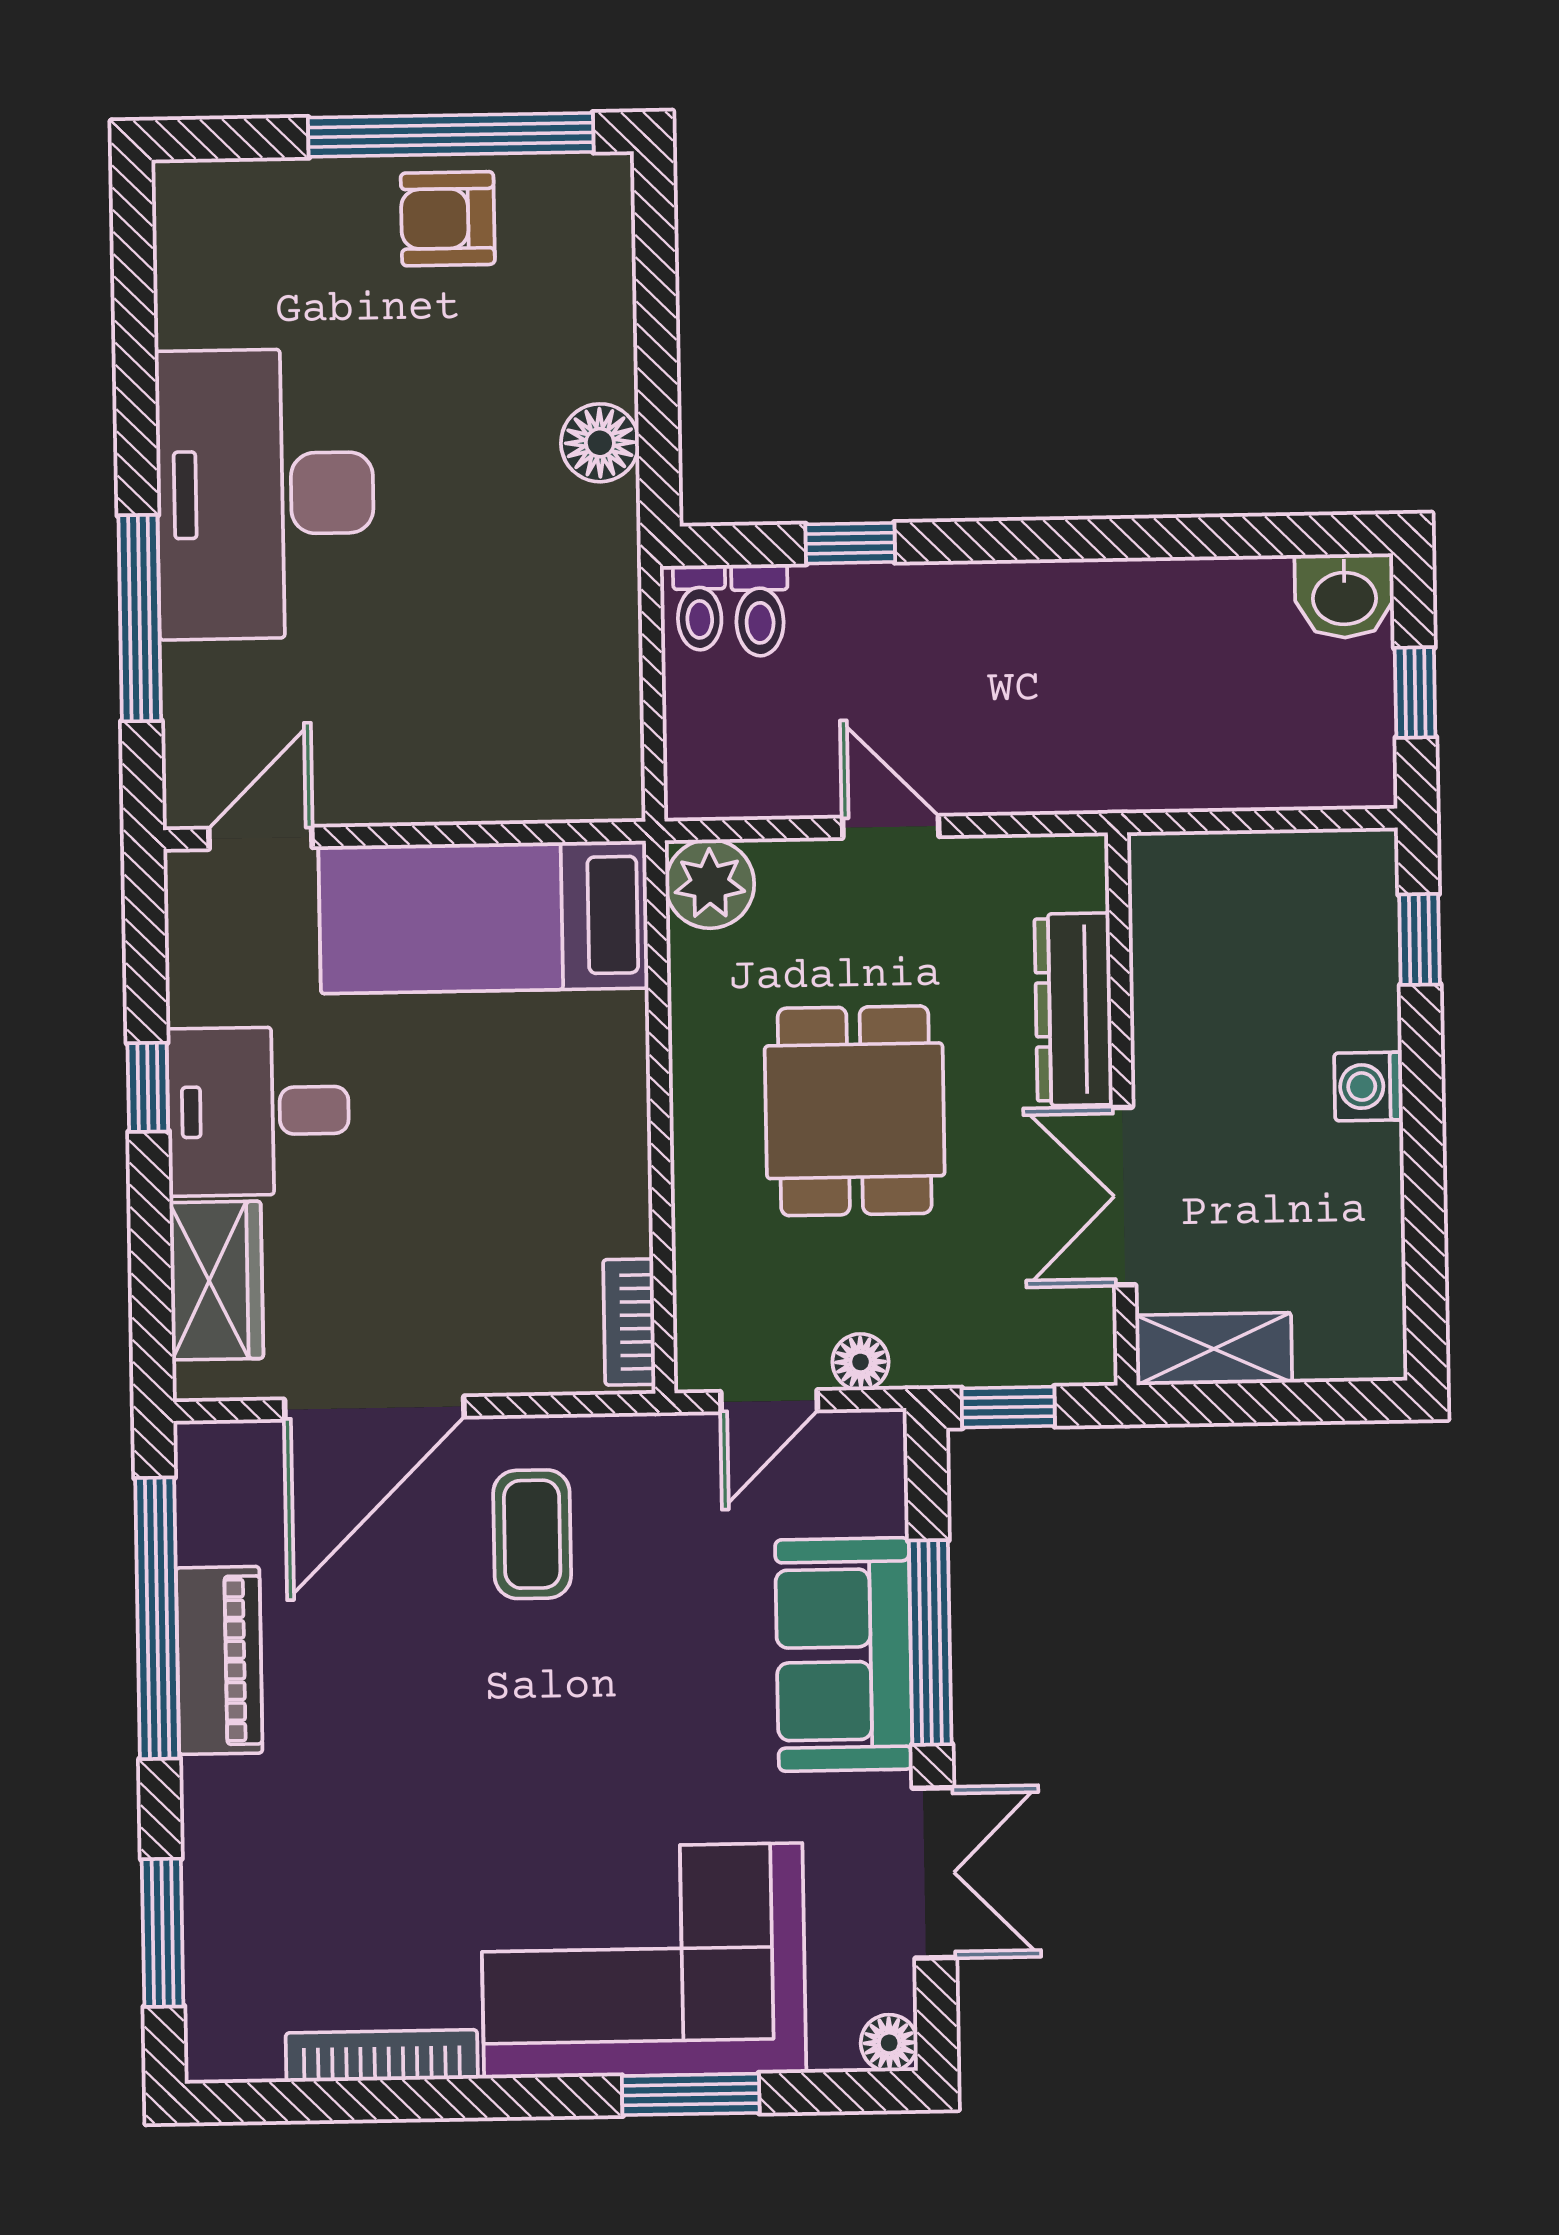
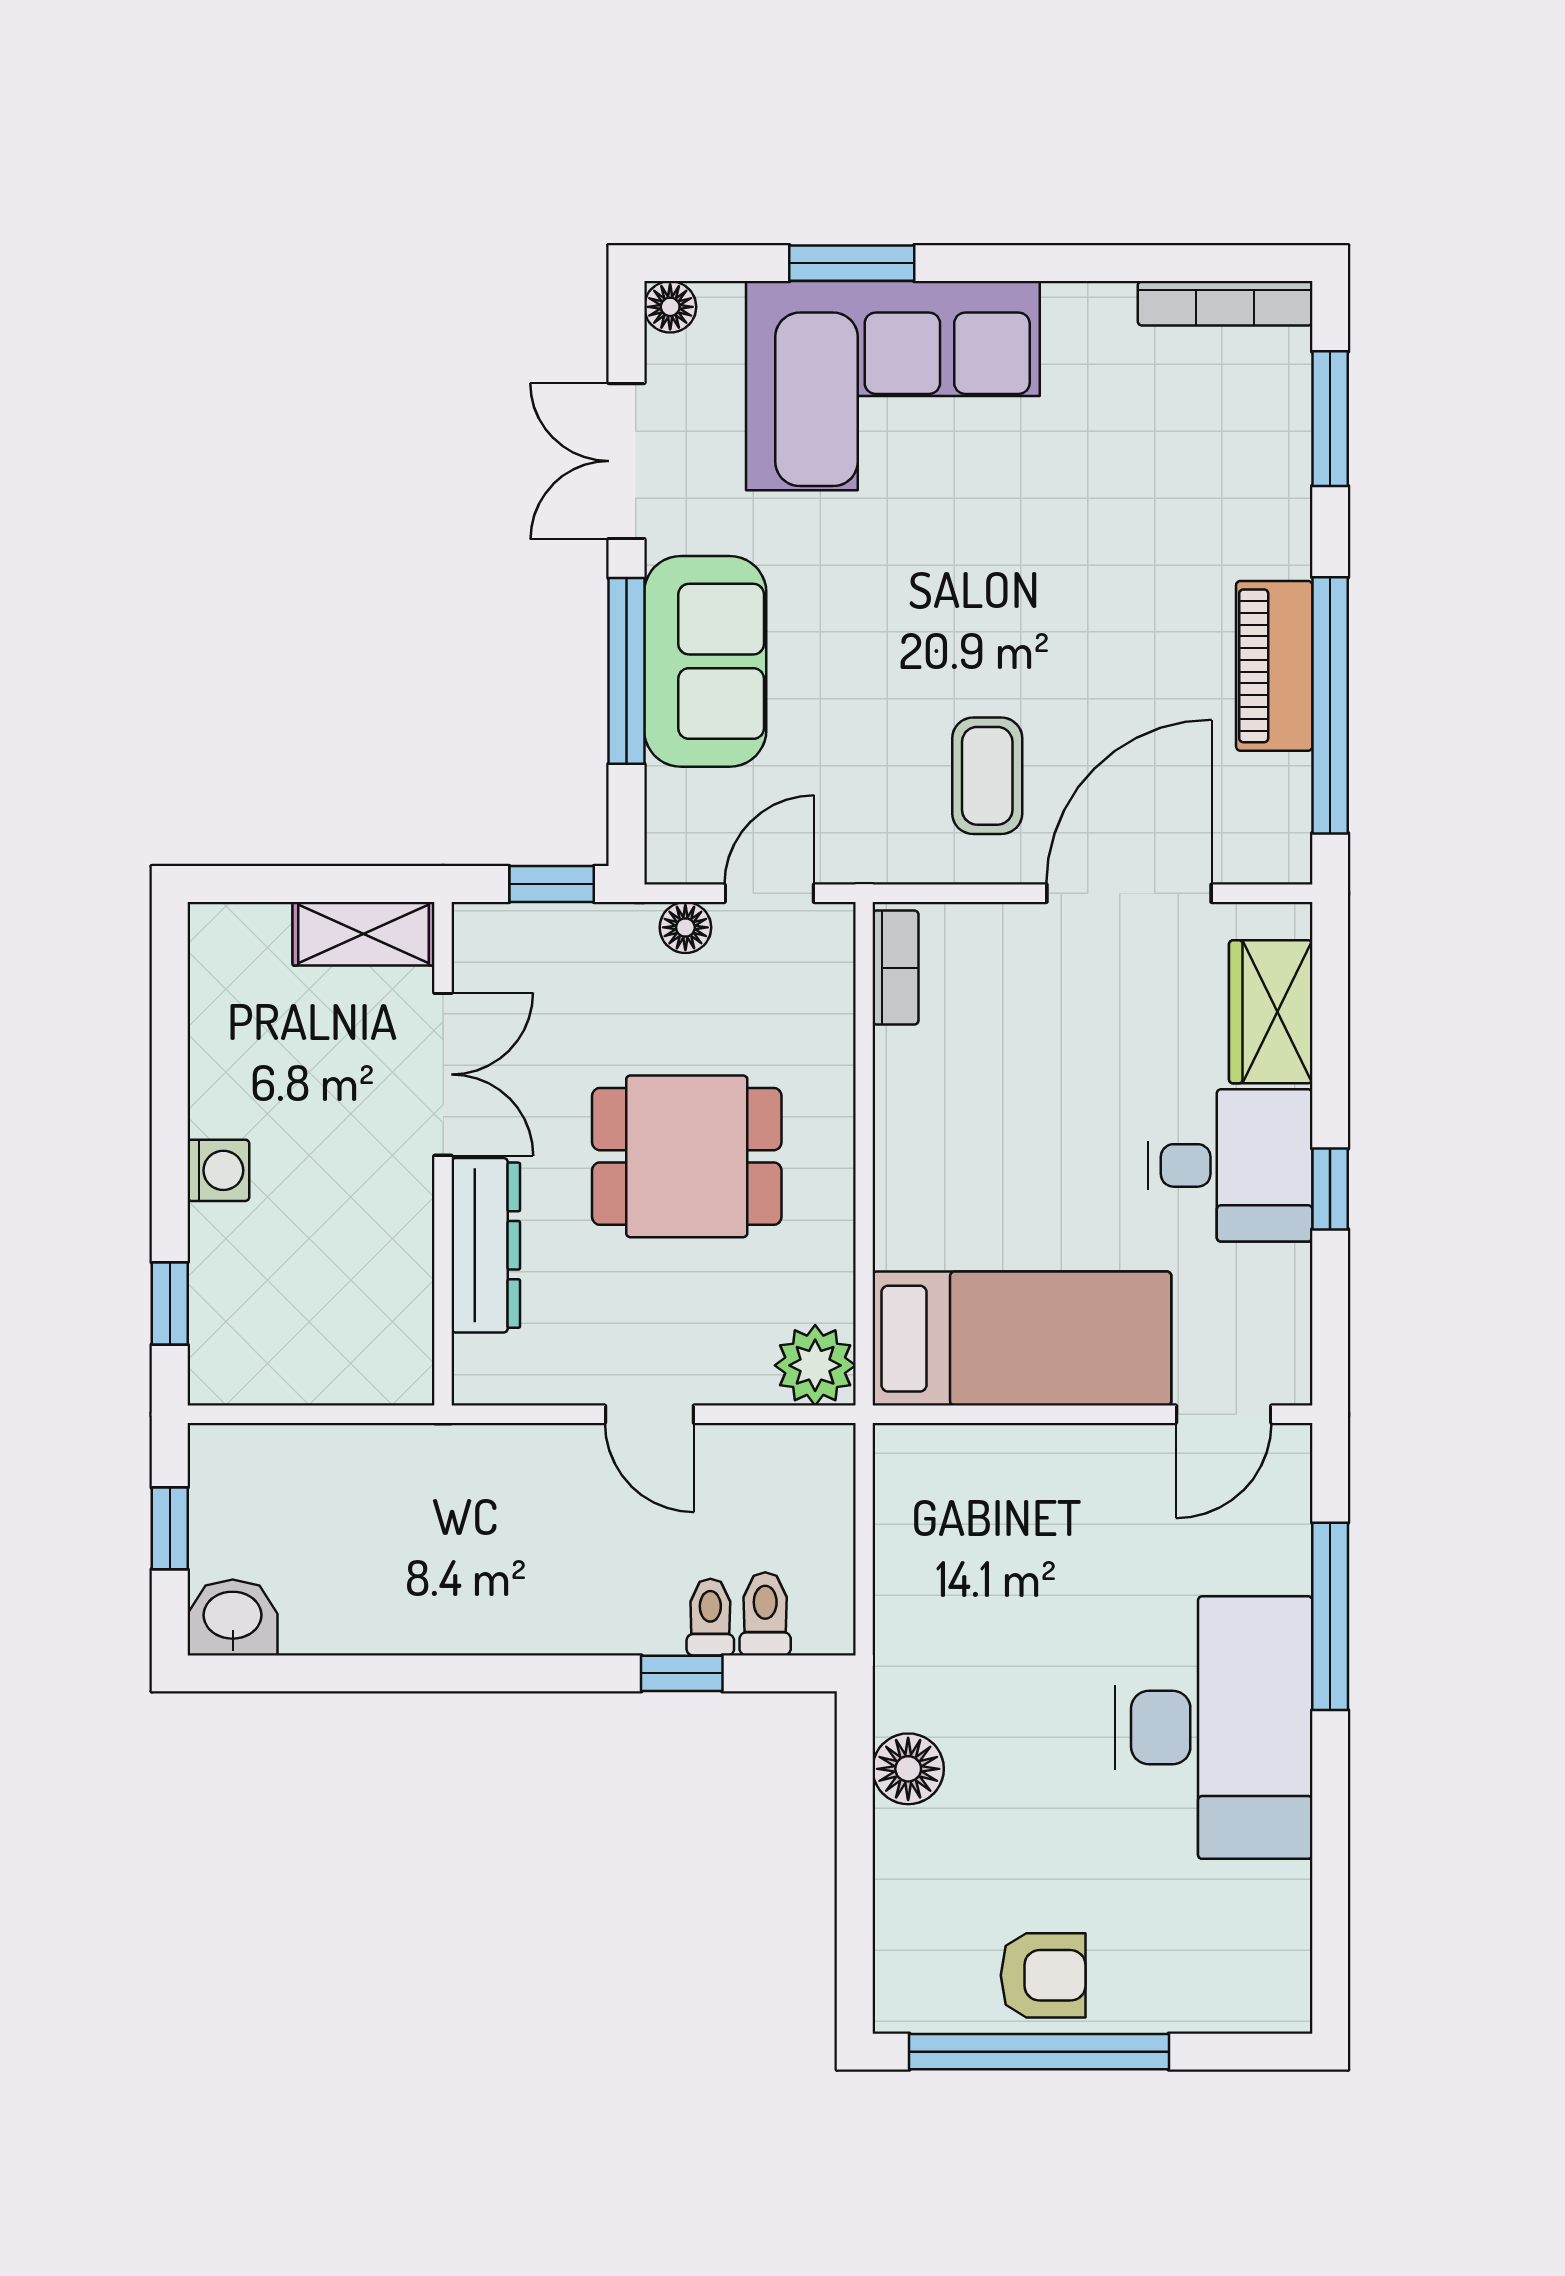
toilet: (700, 608) -> (710, 1617), moved
dining table: (855, 1111) -> (687, 1156), turned 90
bookcase: (382, 2056) -> (1225, 303), moved

